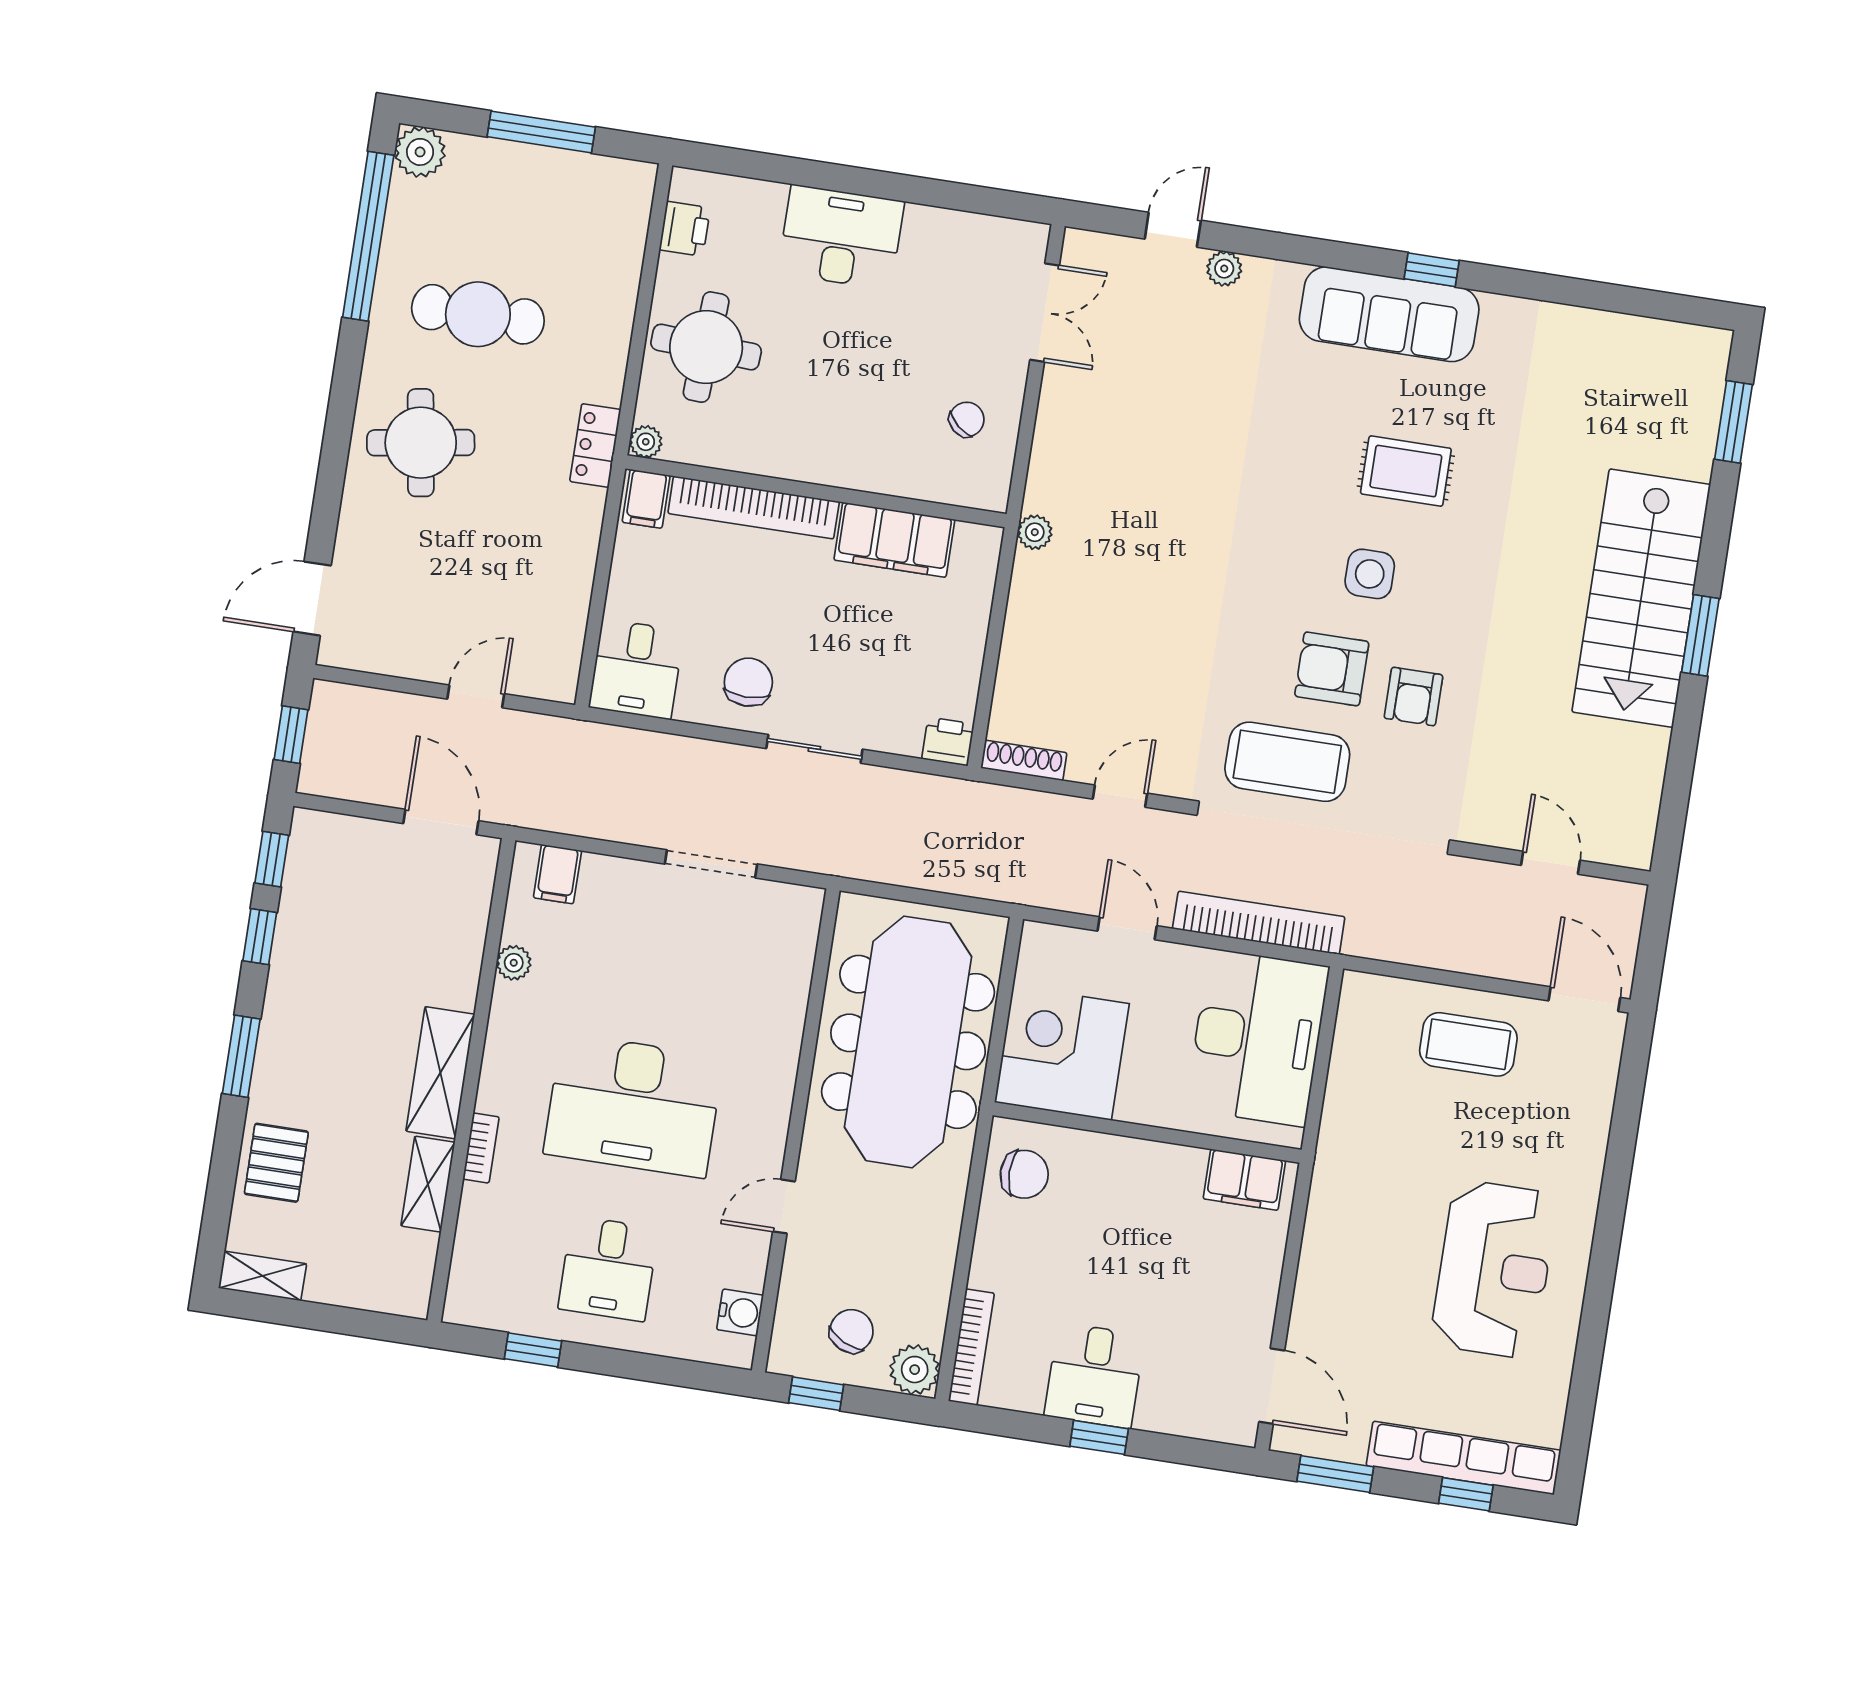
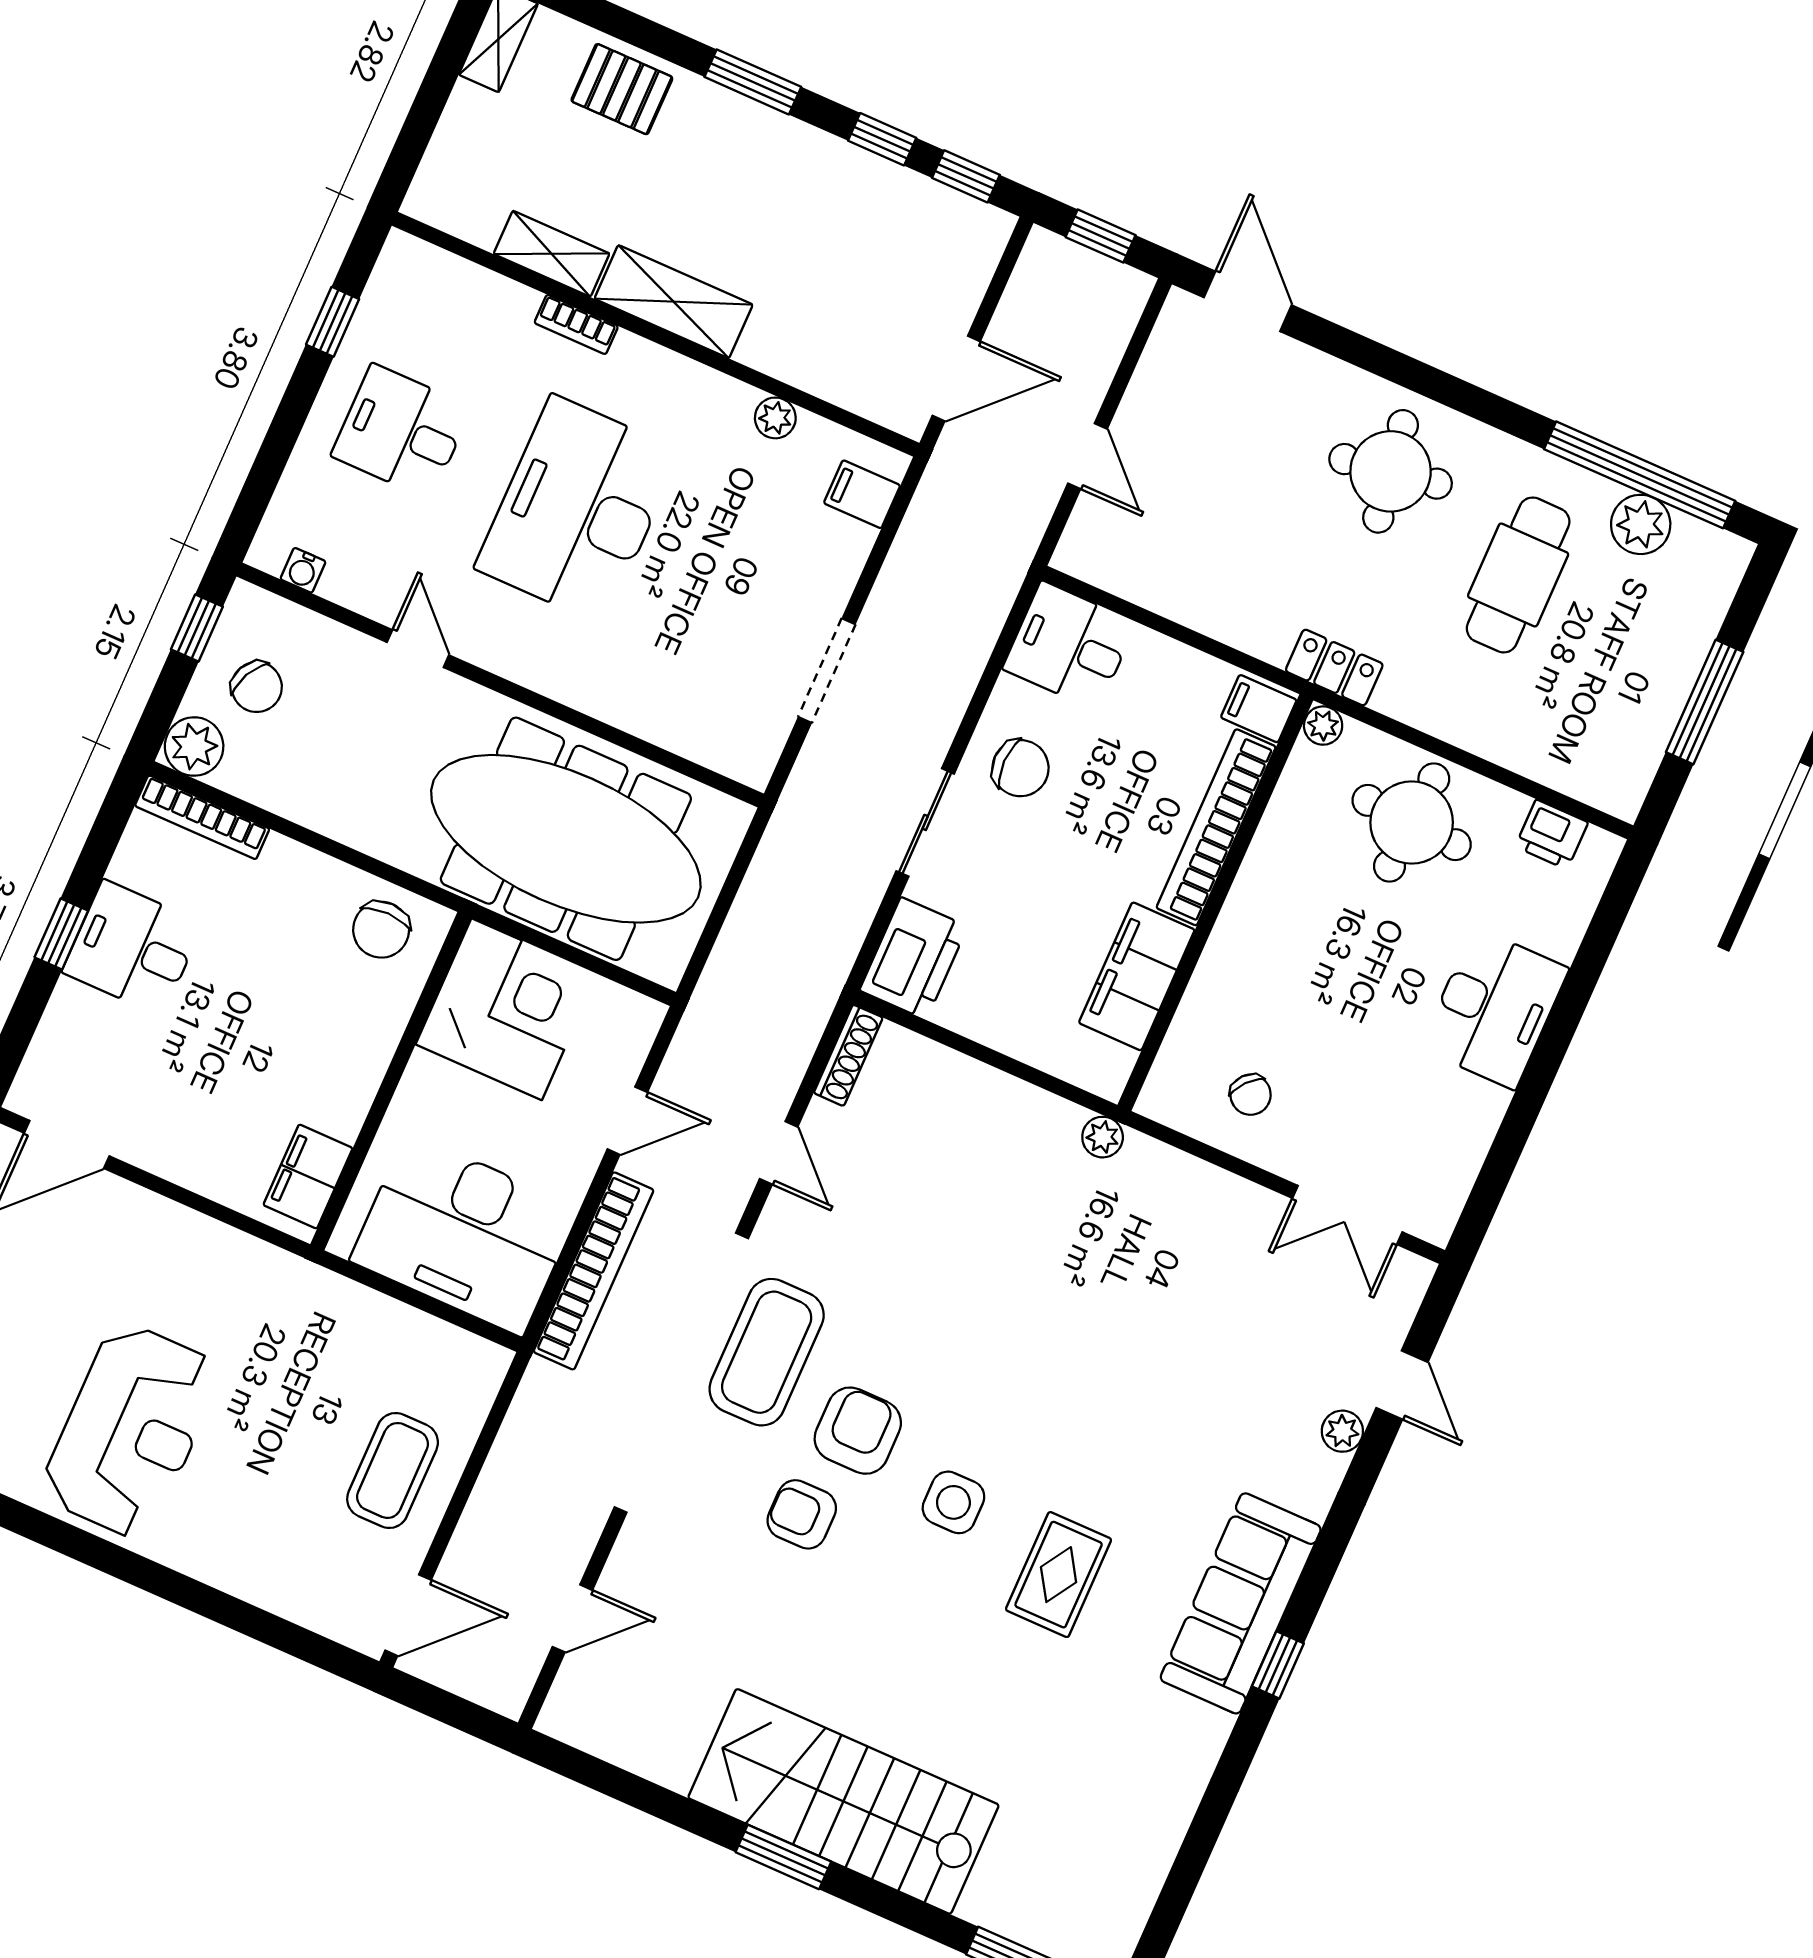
plant: (420, 152) -> (1641, 524), moved
printer: (948, 741) -> (914, 958), width x1.87, depth x1.48
reception desk: (1494, 1269) -> (131, 1431), turned -90
water cooler: (740, 1312) -> (303, 570), width x0.72, depth x0.72

